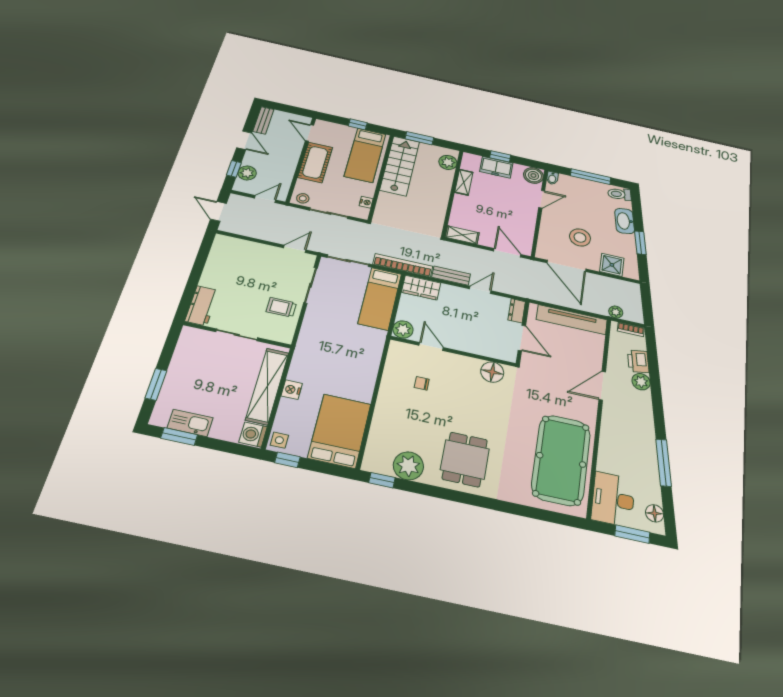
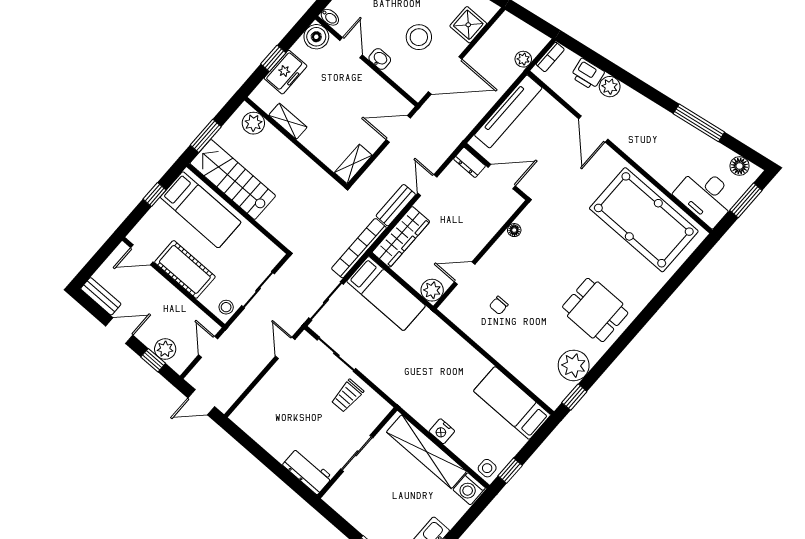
nightstand: (366, 202) -> (263, 243), removed
washbasin: (547, 220) -> (380, 59), added
wardrobe: (421, 288) -> (401, 237), width x1.50
floor lamp: (492, 372) -> (514, 230), width x0.53, depth x0.53
bed: (339, 431) -> (512, 403), width x0.67

